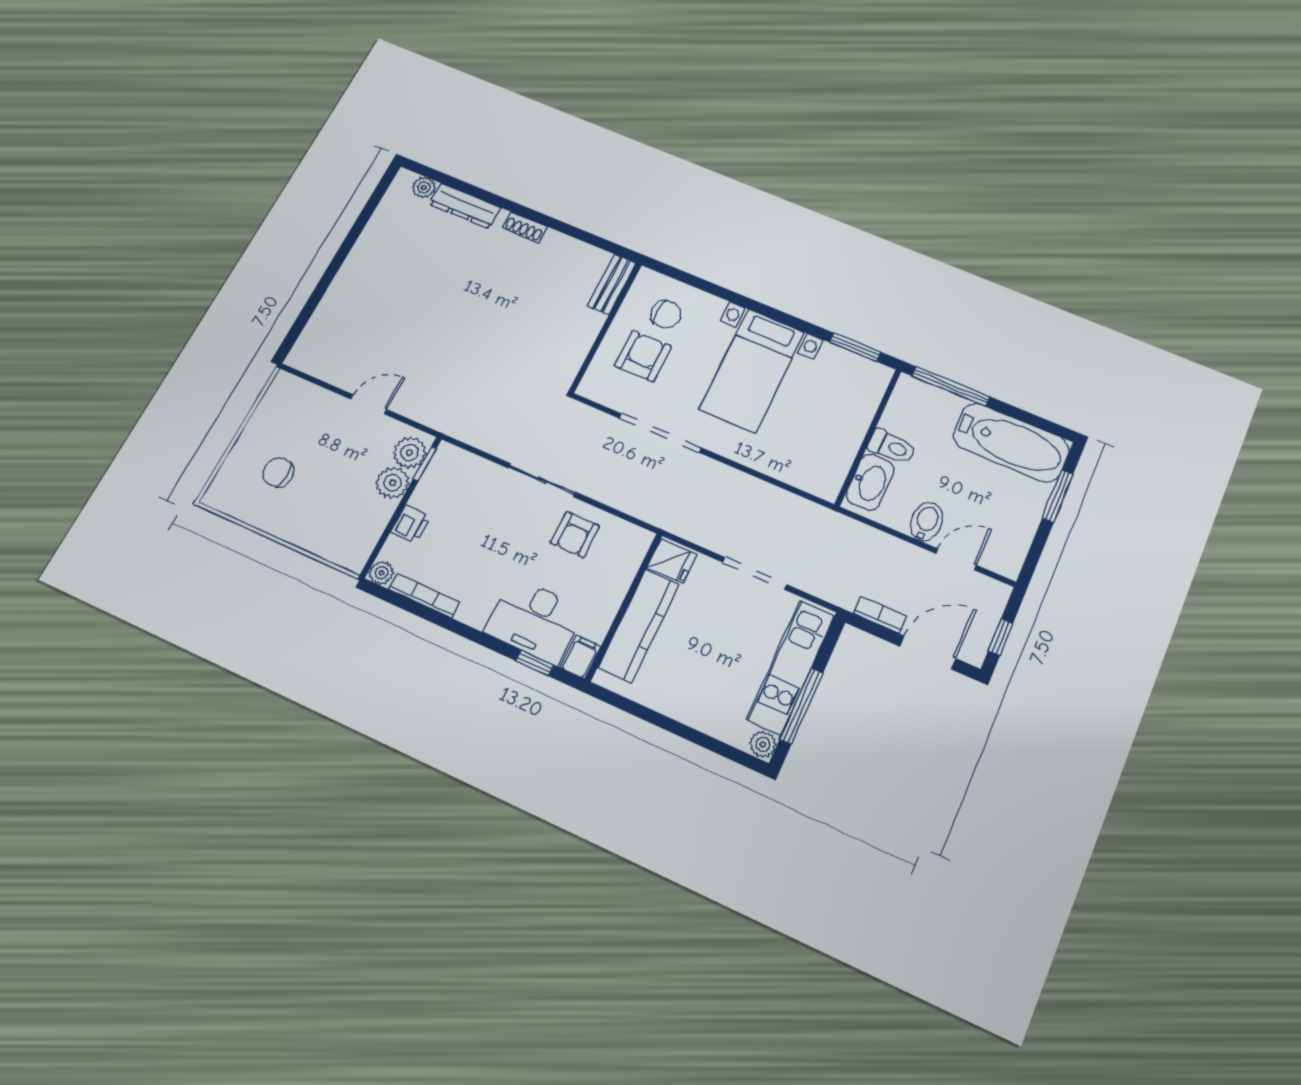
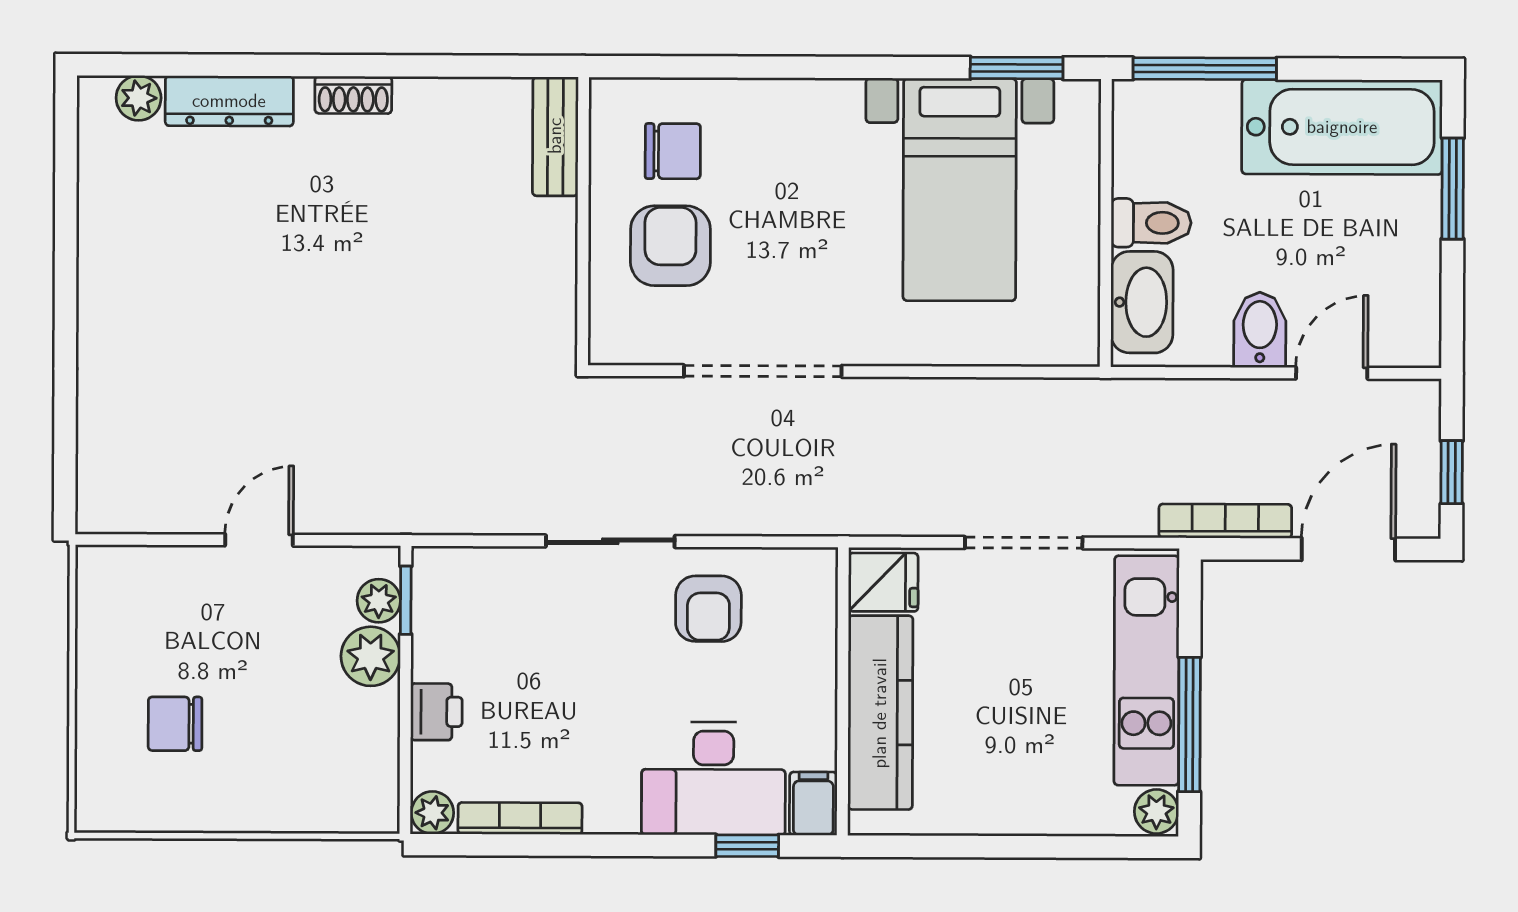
bed with nightstands: (752, 370) -> (960, 190), moved
plant: (409, 453) -> (379, 601), width x0.73, depth x0.73
bookcase: (880, 615) -> (1225, 521), width x1.56

